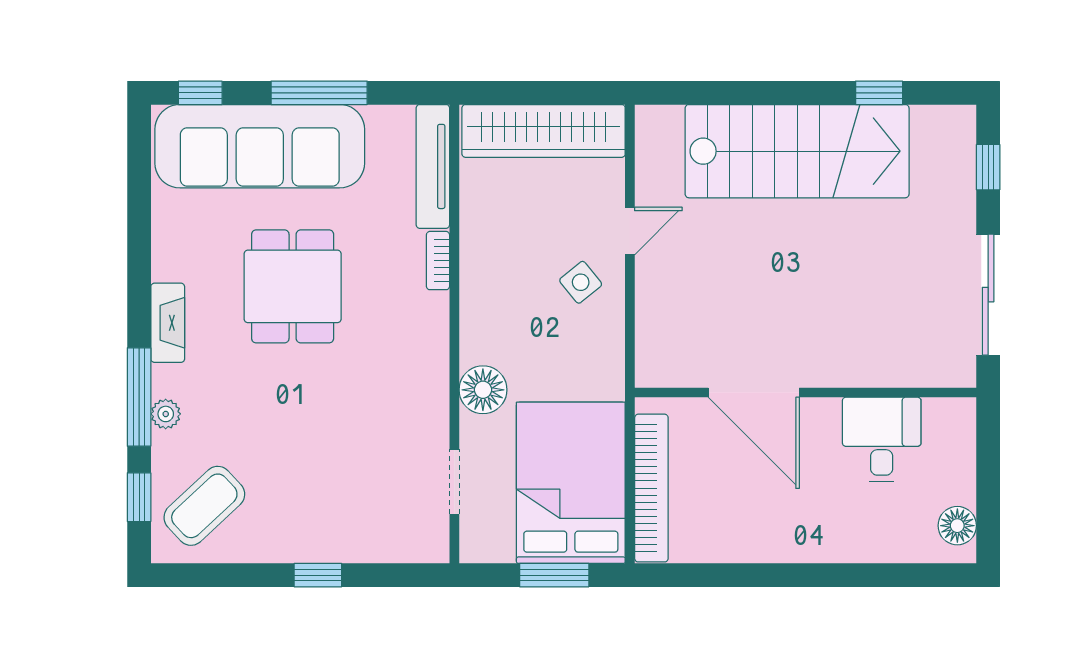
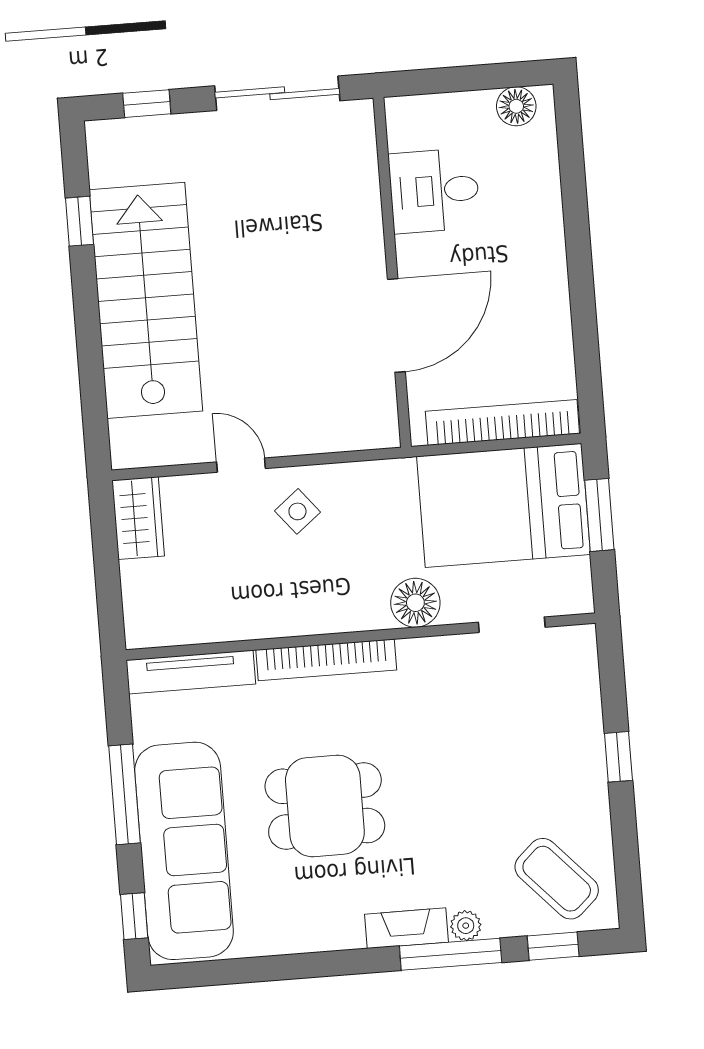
wardrobe: (544, 131) -> (138, 518), width x0.48, depth x0.85
bookcase: (438, 261) -> (326, 660), width x2.31, depth x1.31
fireplace: (168, 323) -> (407, 928), moved

